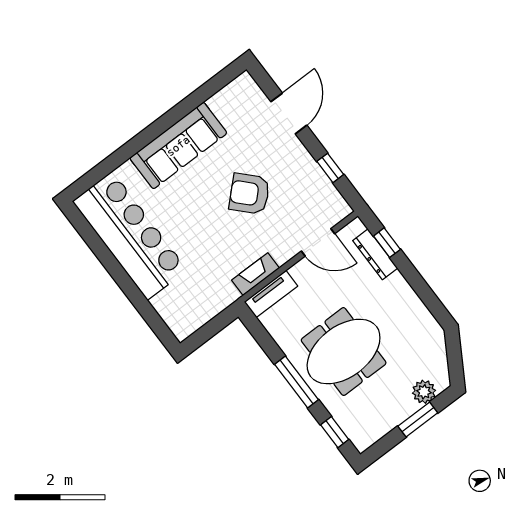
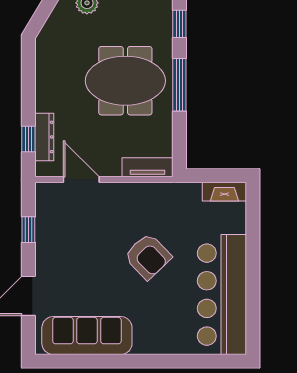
sofa: (178, 146) -> (87, 336), moved
armchair: (249, 194) -> (148, 256), moved
fireplace: (256, 274) -> (224, 192), moved

